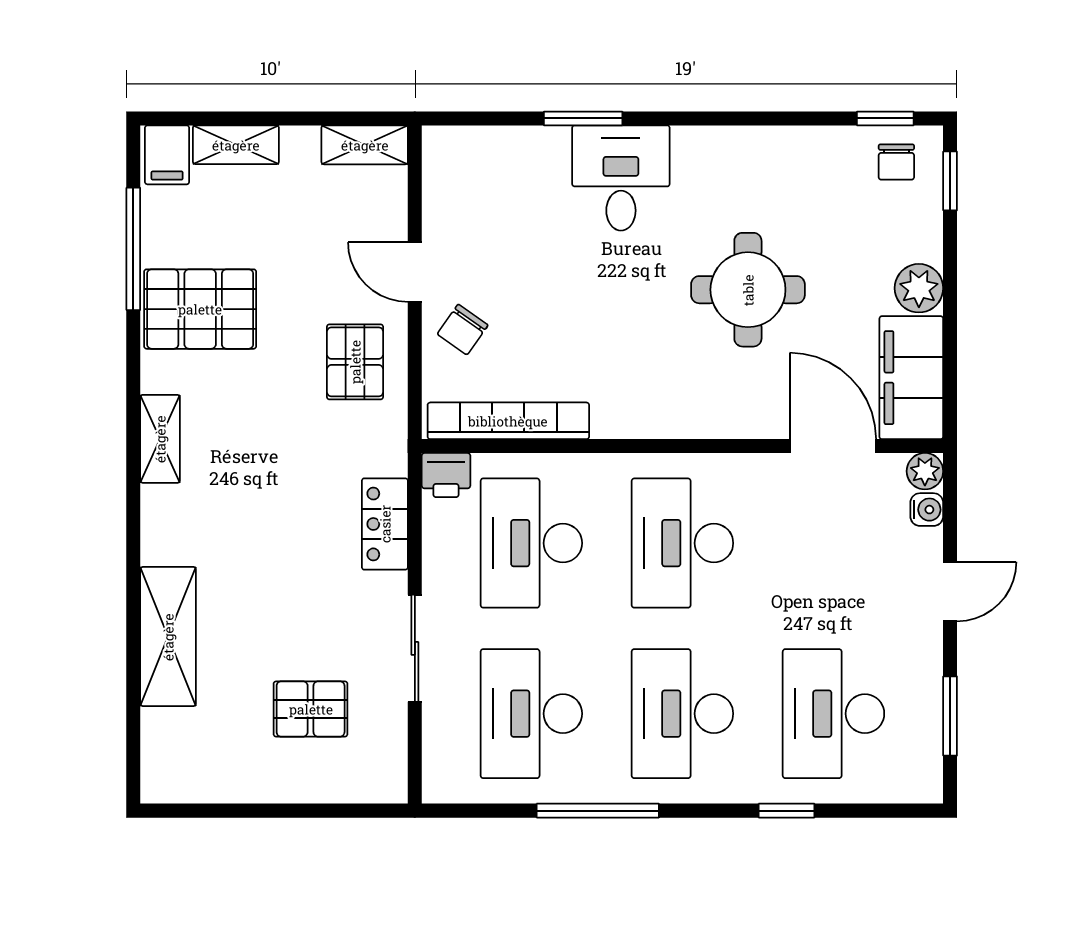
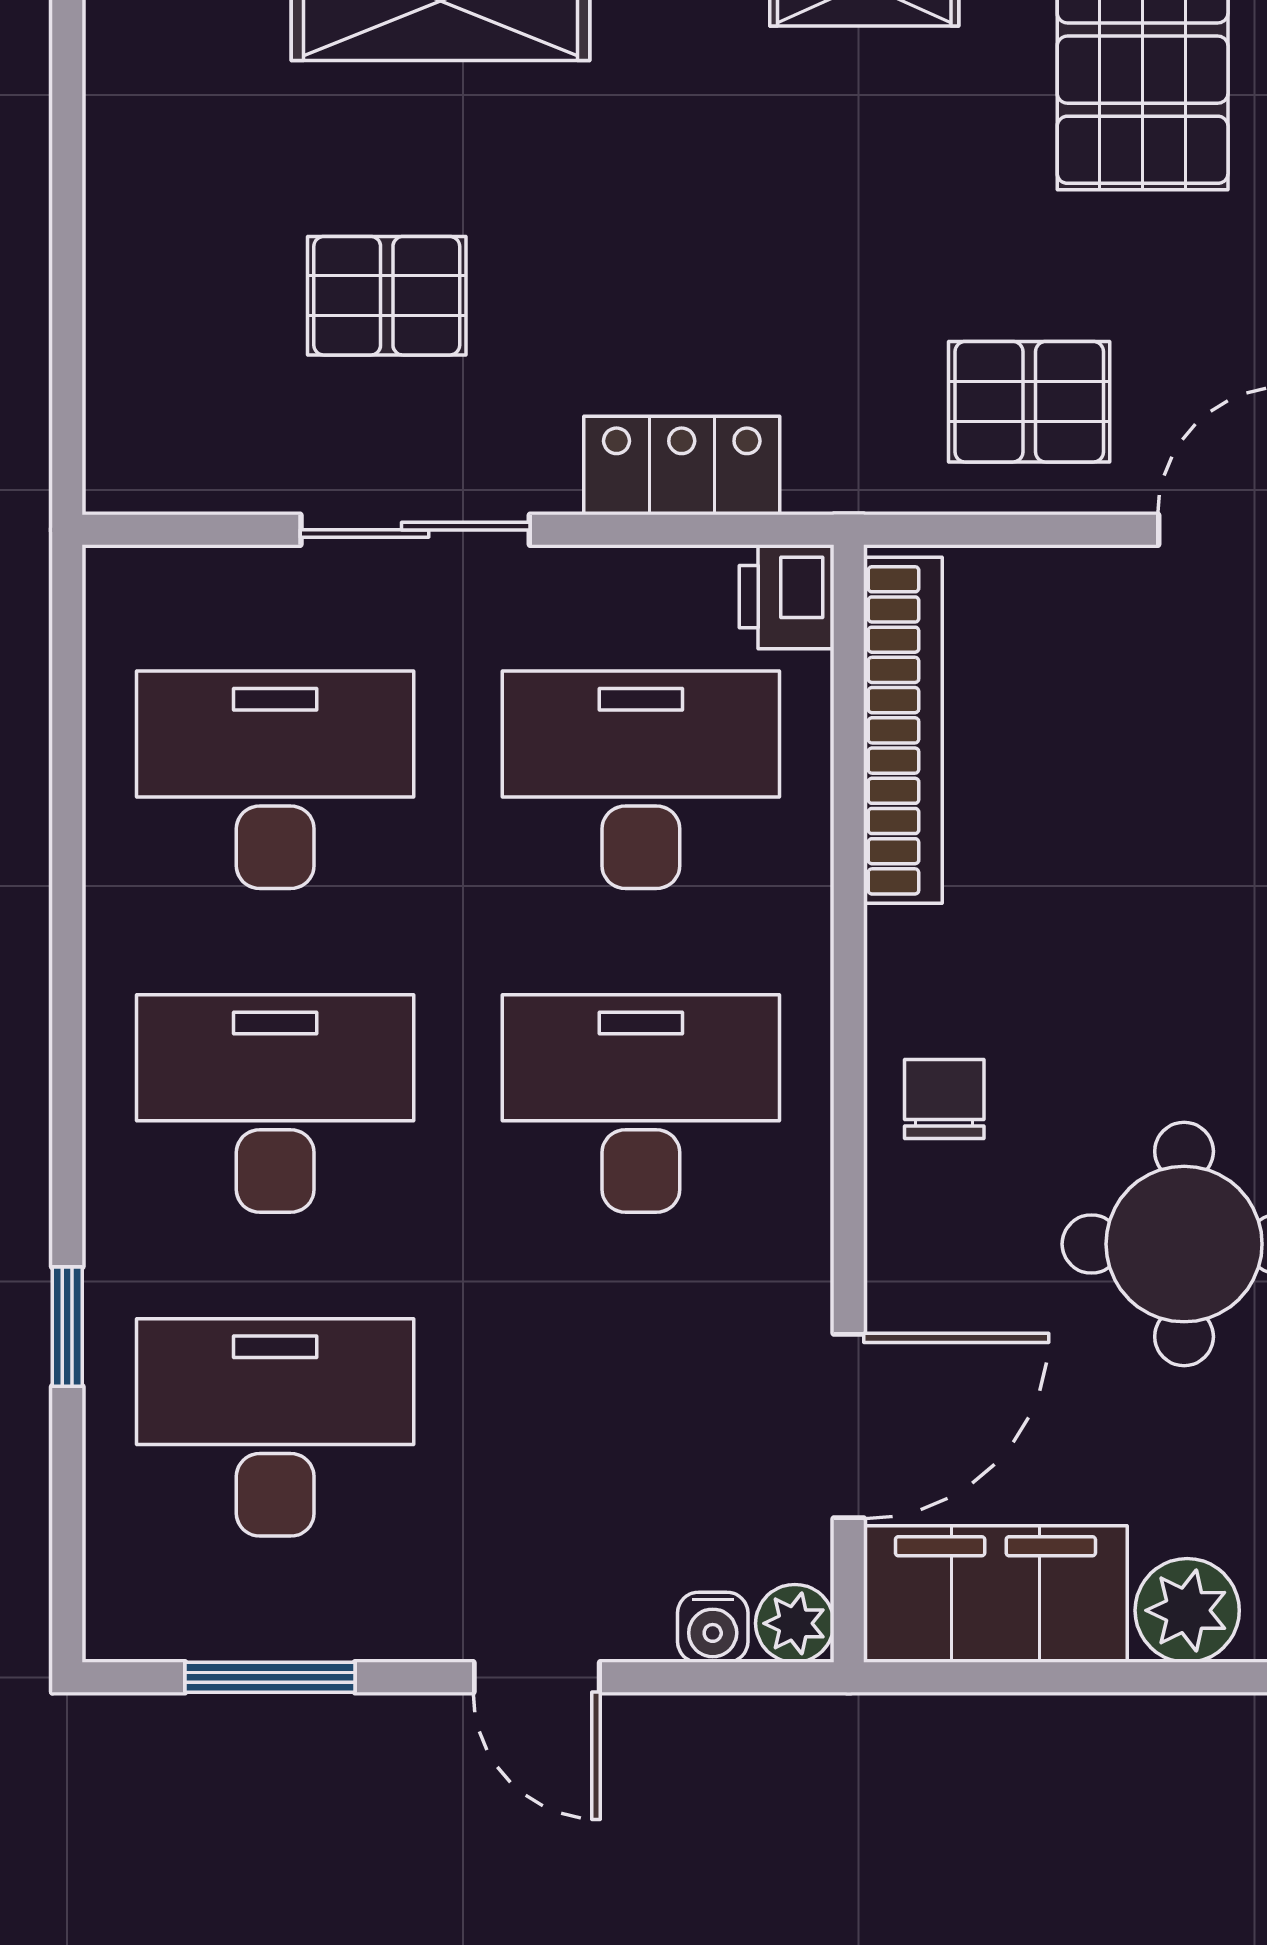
chair: (463, 330) -> (944, 1099), moved, turned 55
pallet: (311, 709) -> (387, 296), moved, turned 90
window: (598, 811) -> (67, 922), removed

